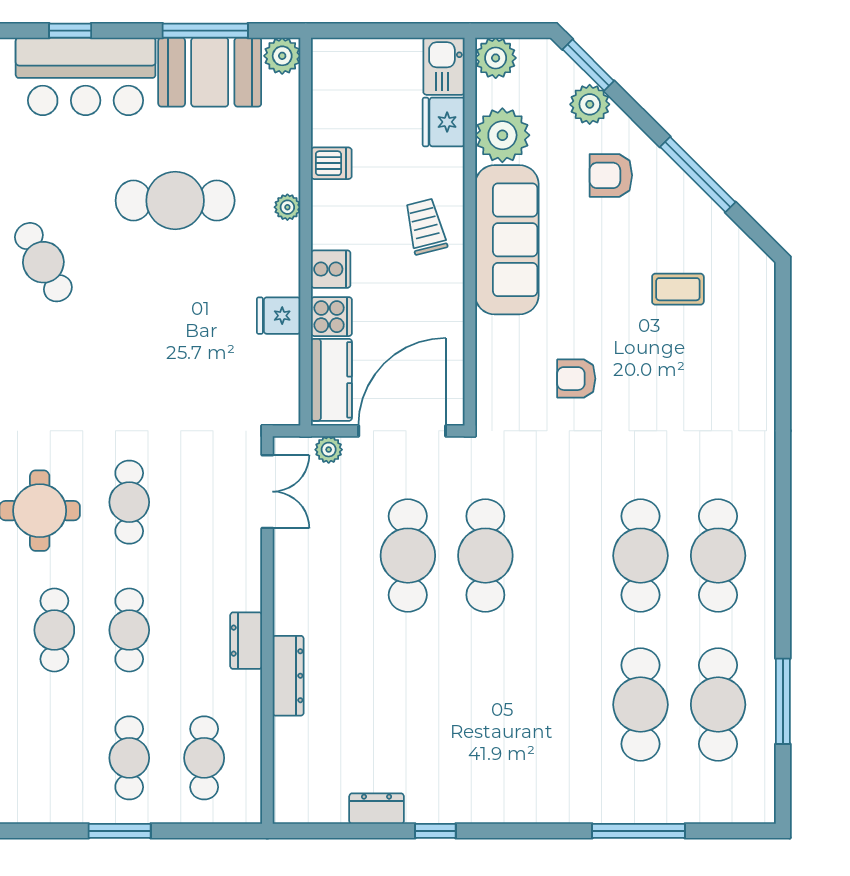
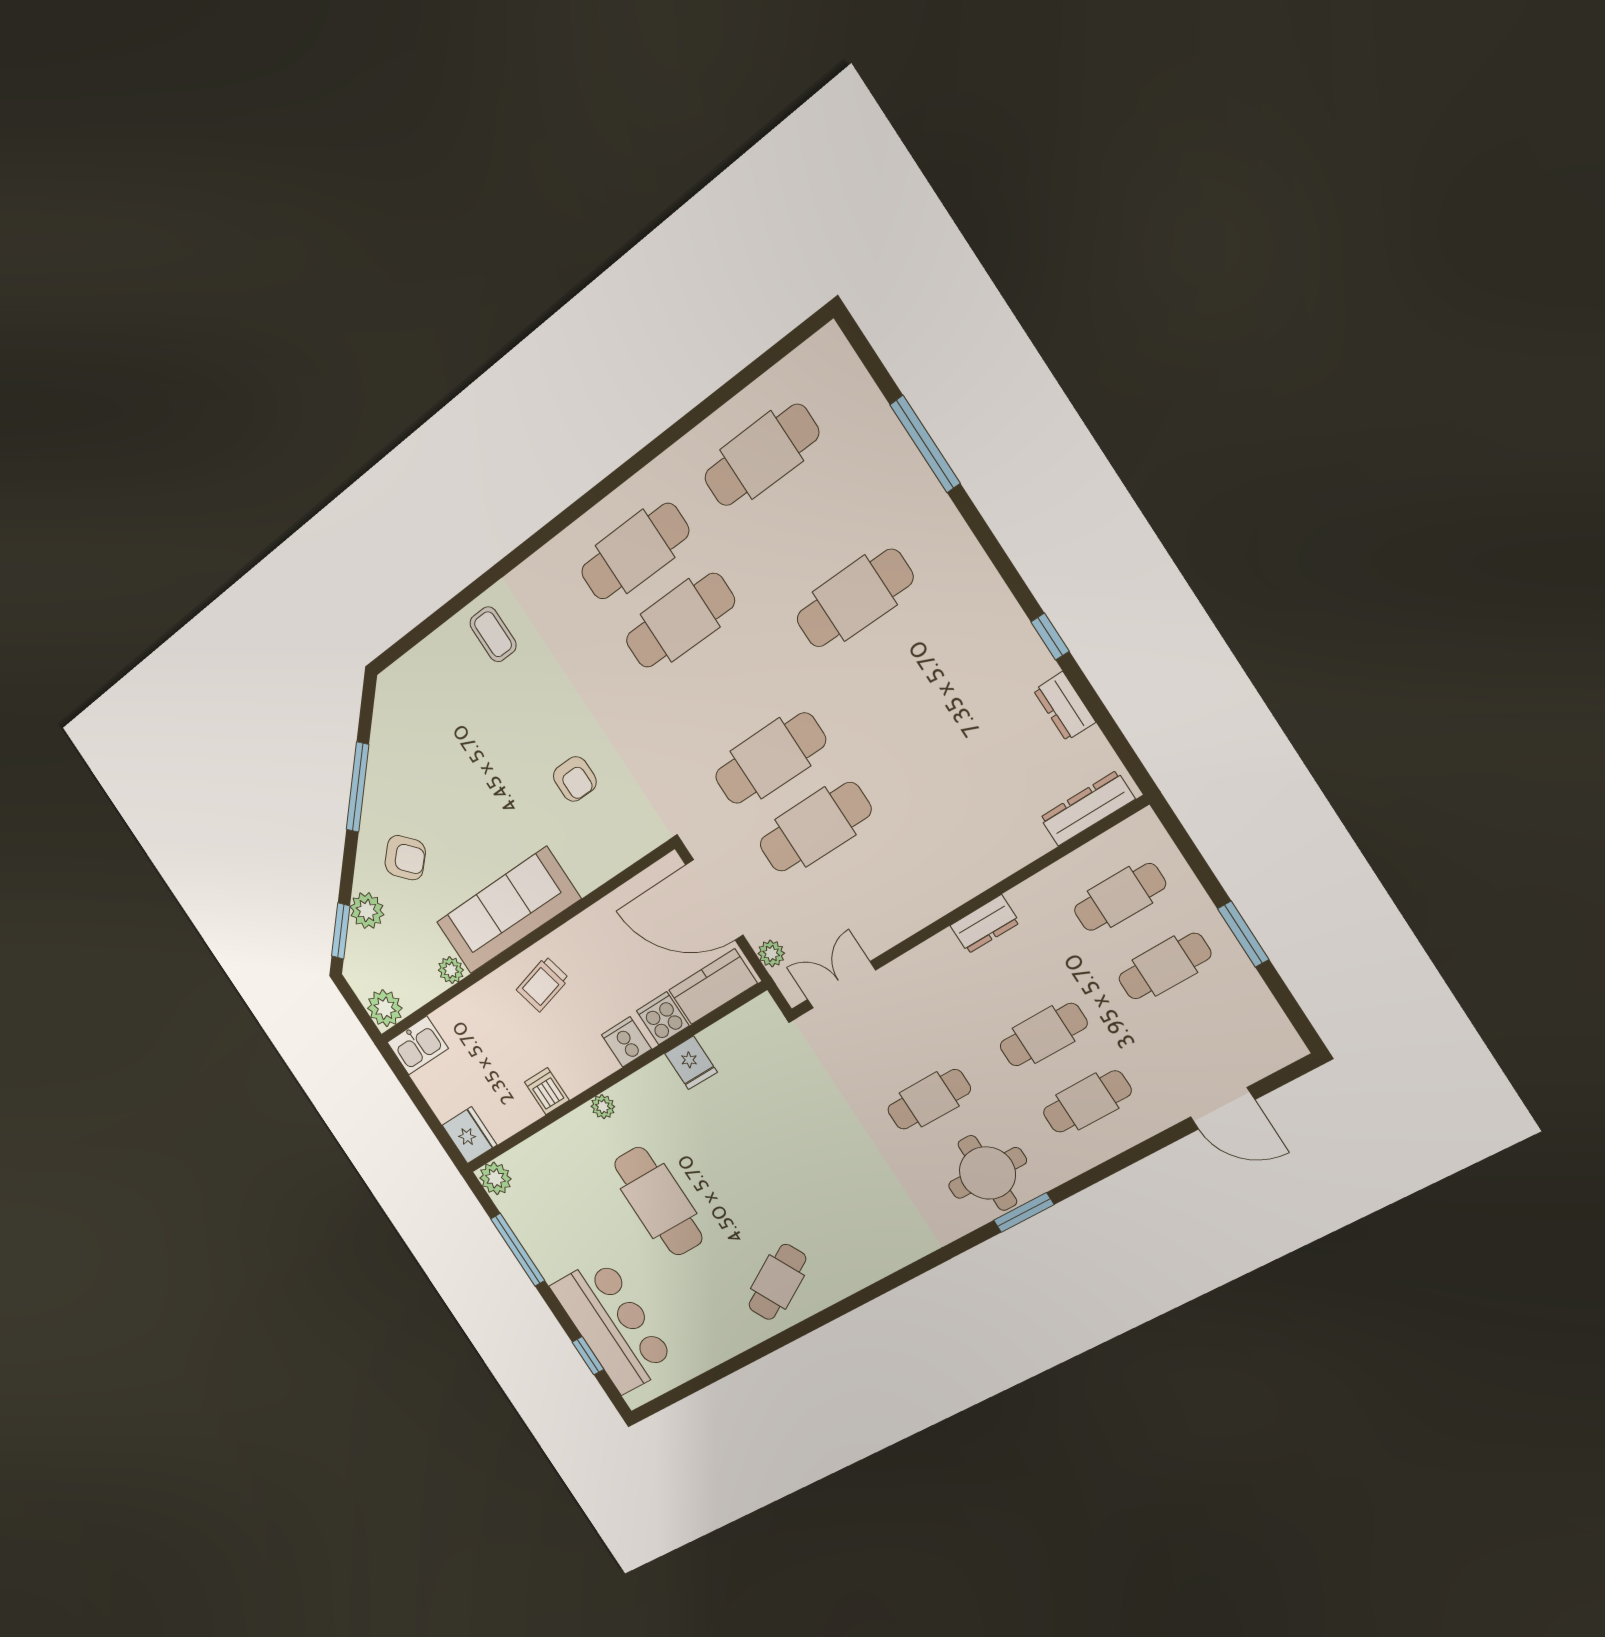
booth: (210, 72) -> (545, 1229), removed
fridge: (444, 122) -> (470, 1135), moved, turned -90
plant: (502, 135) -> (451, 970), width x0.53, depth x0.53
armchair: (611, 175) -> (405, 858), turned -44
coffee table: (678, 289) -> (493, 634), moved
dresser: (288, 676) -> (1087, 808), moved
window: (783, 701) -> (720, 398), removed
cafe table: (640, 705) -> (855, 598), moved

